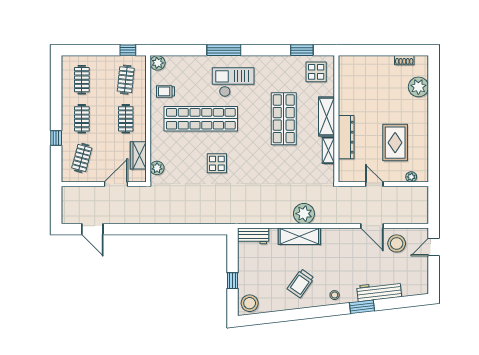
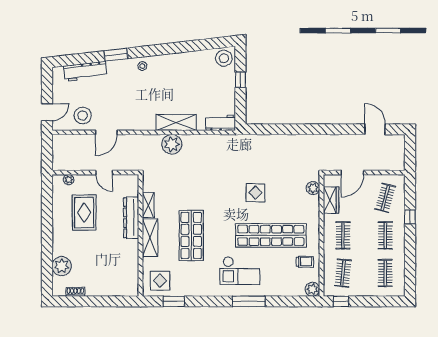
door: (372, 226) -> (106, 132), swing flipped
trolley: (301, 283) -> (175, 77), removed
workbench: (379, 291) -> (85, 71), moved

